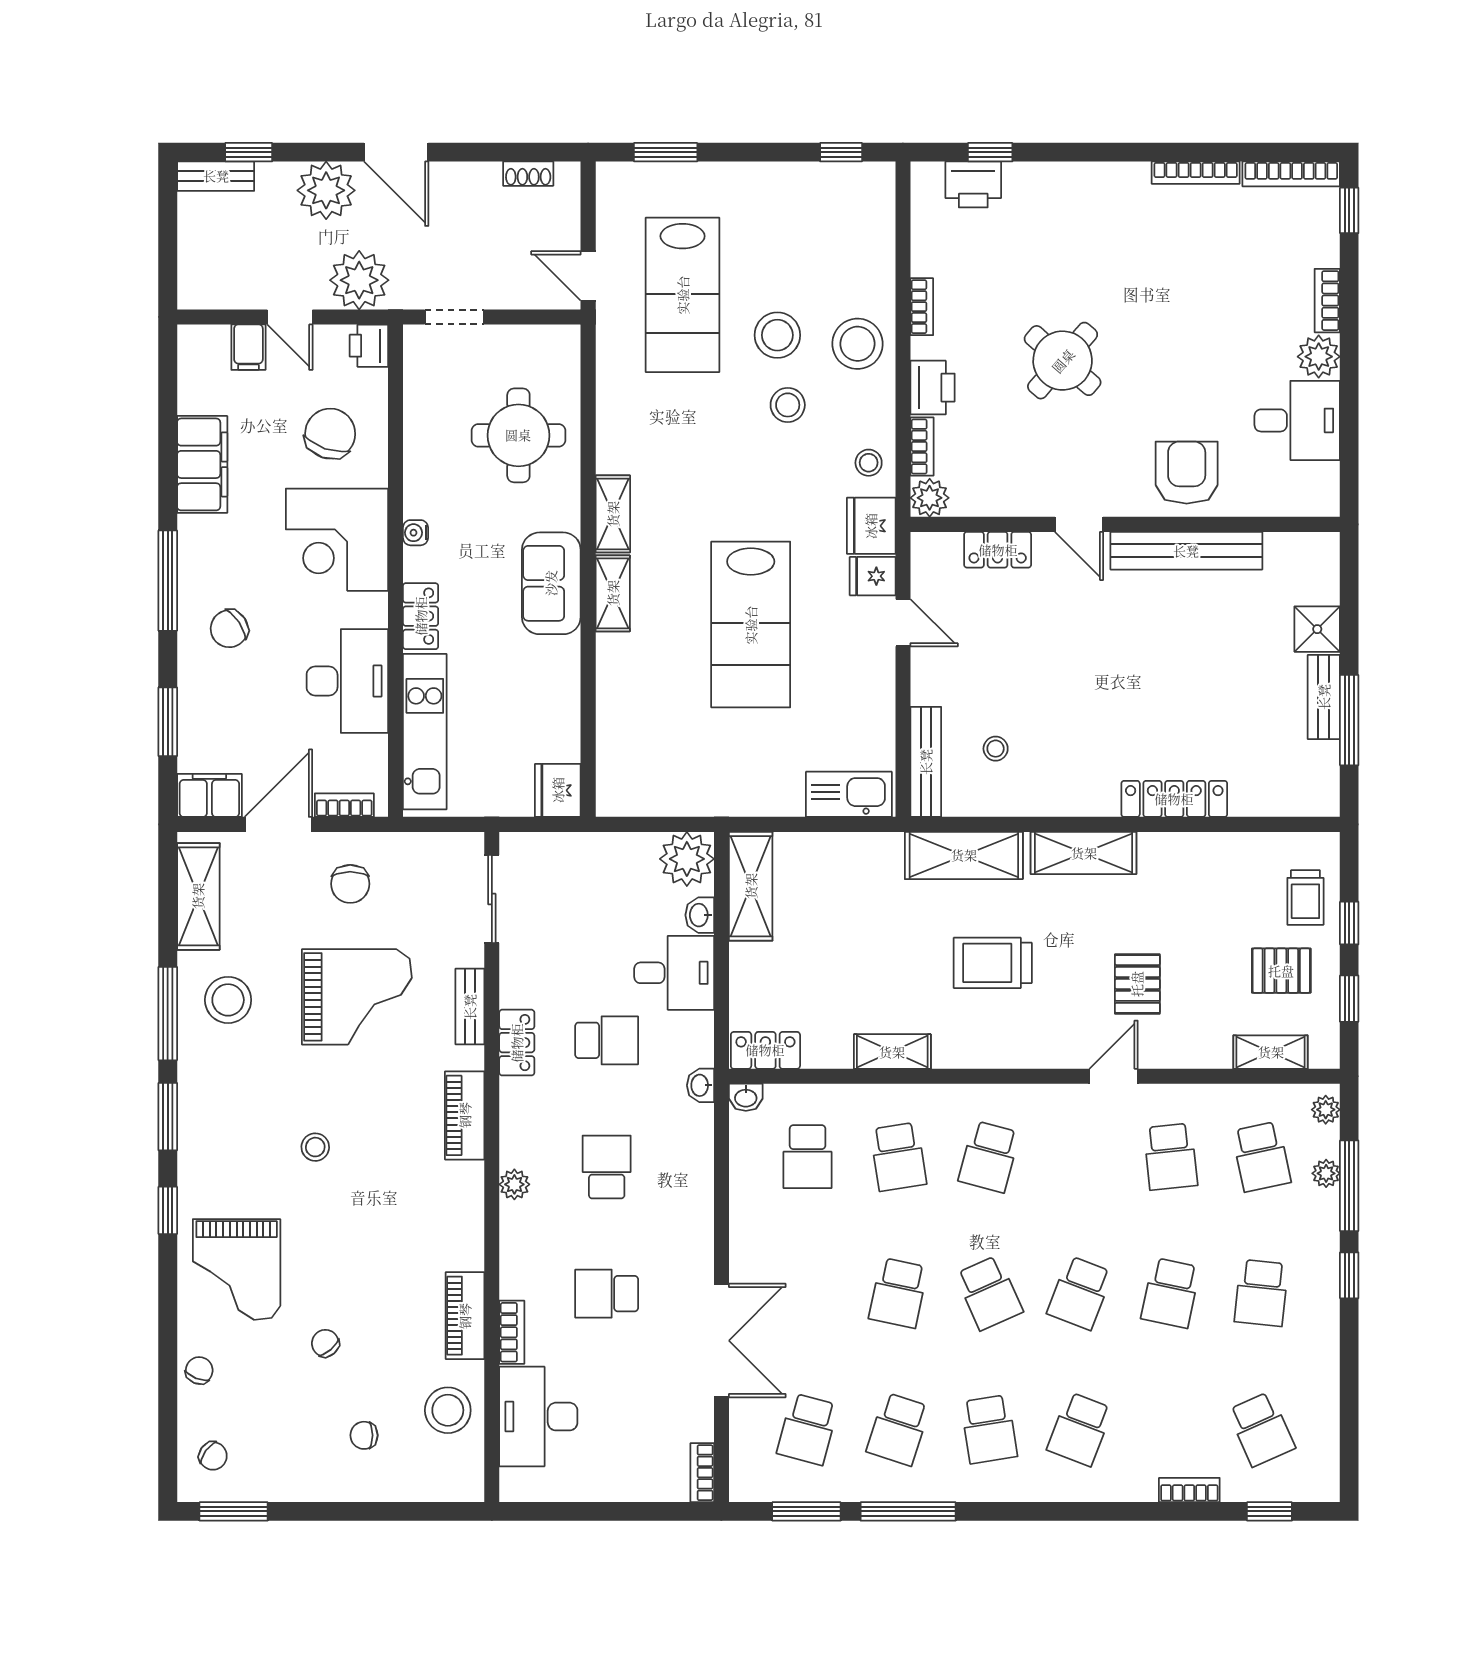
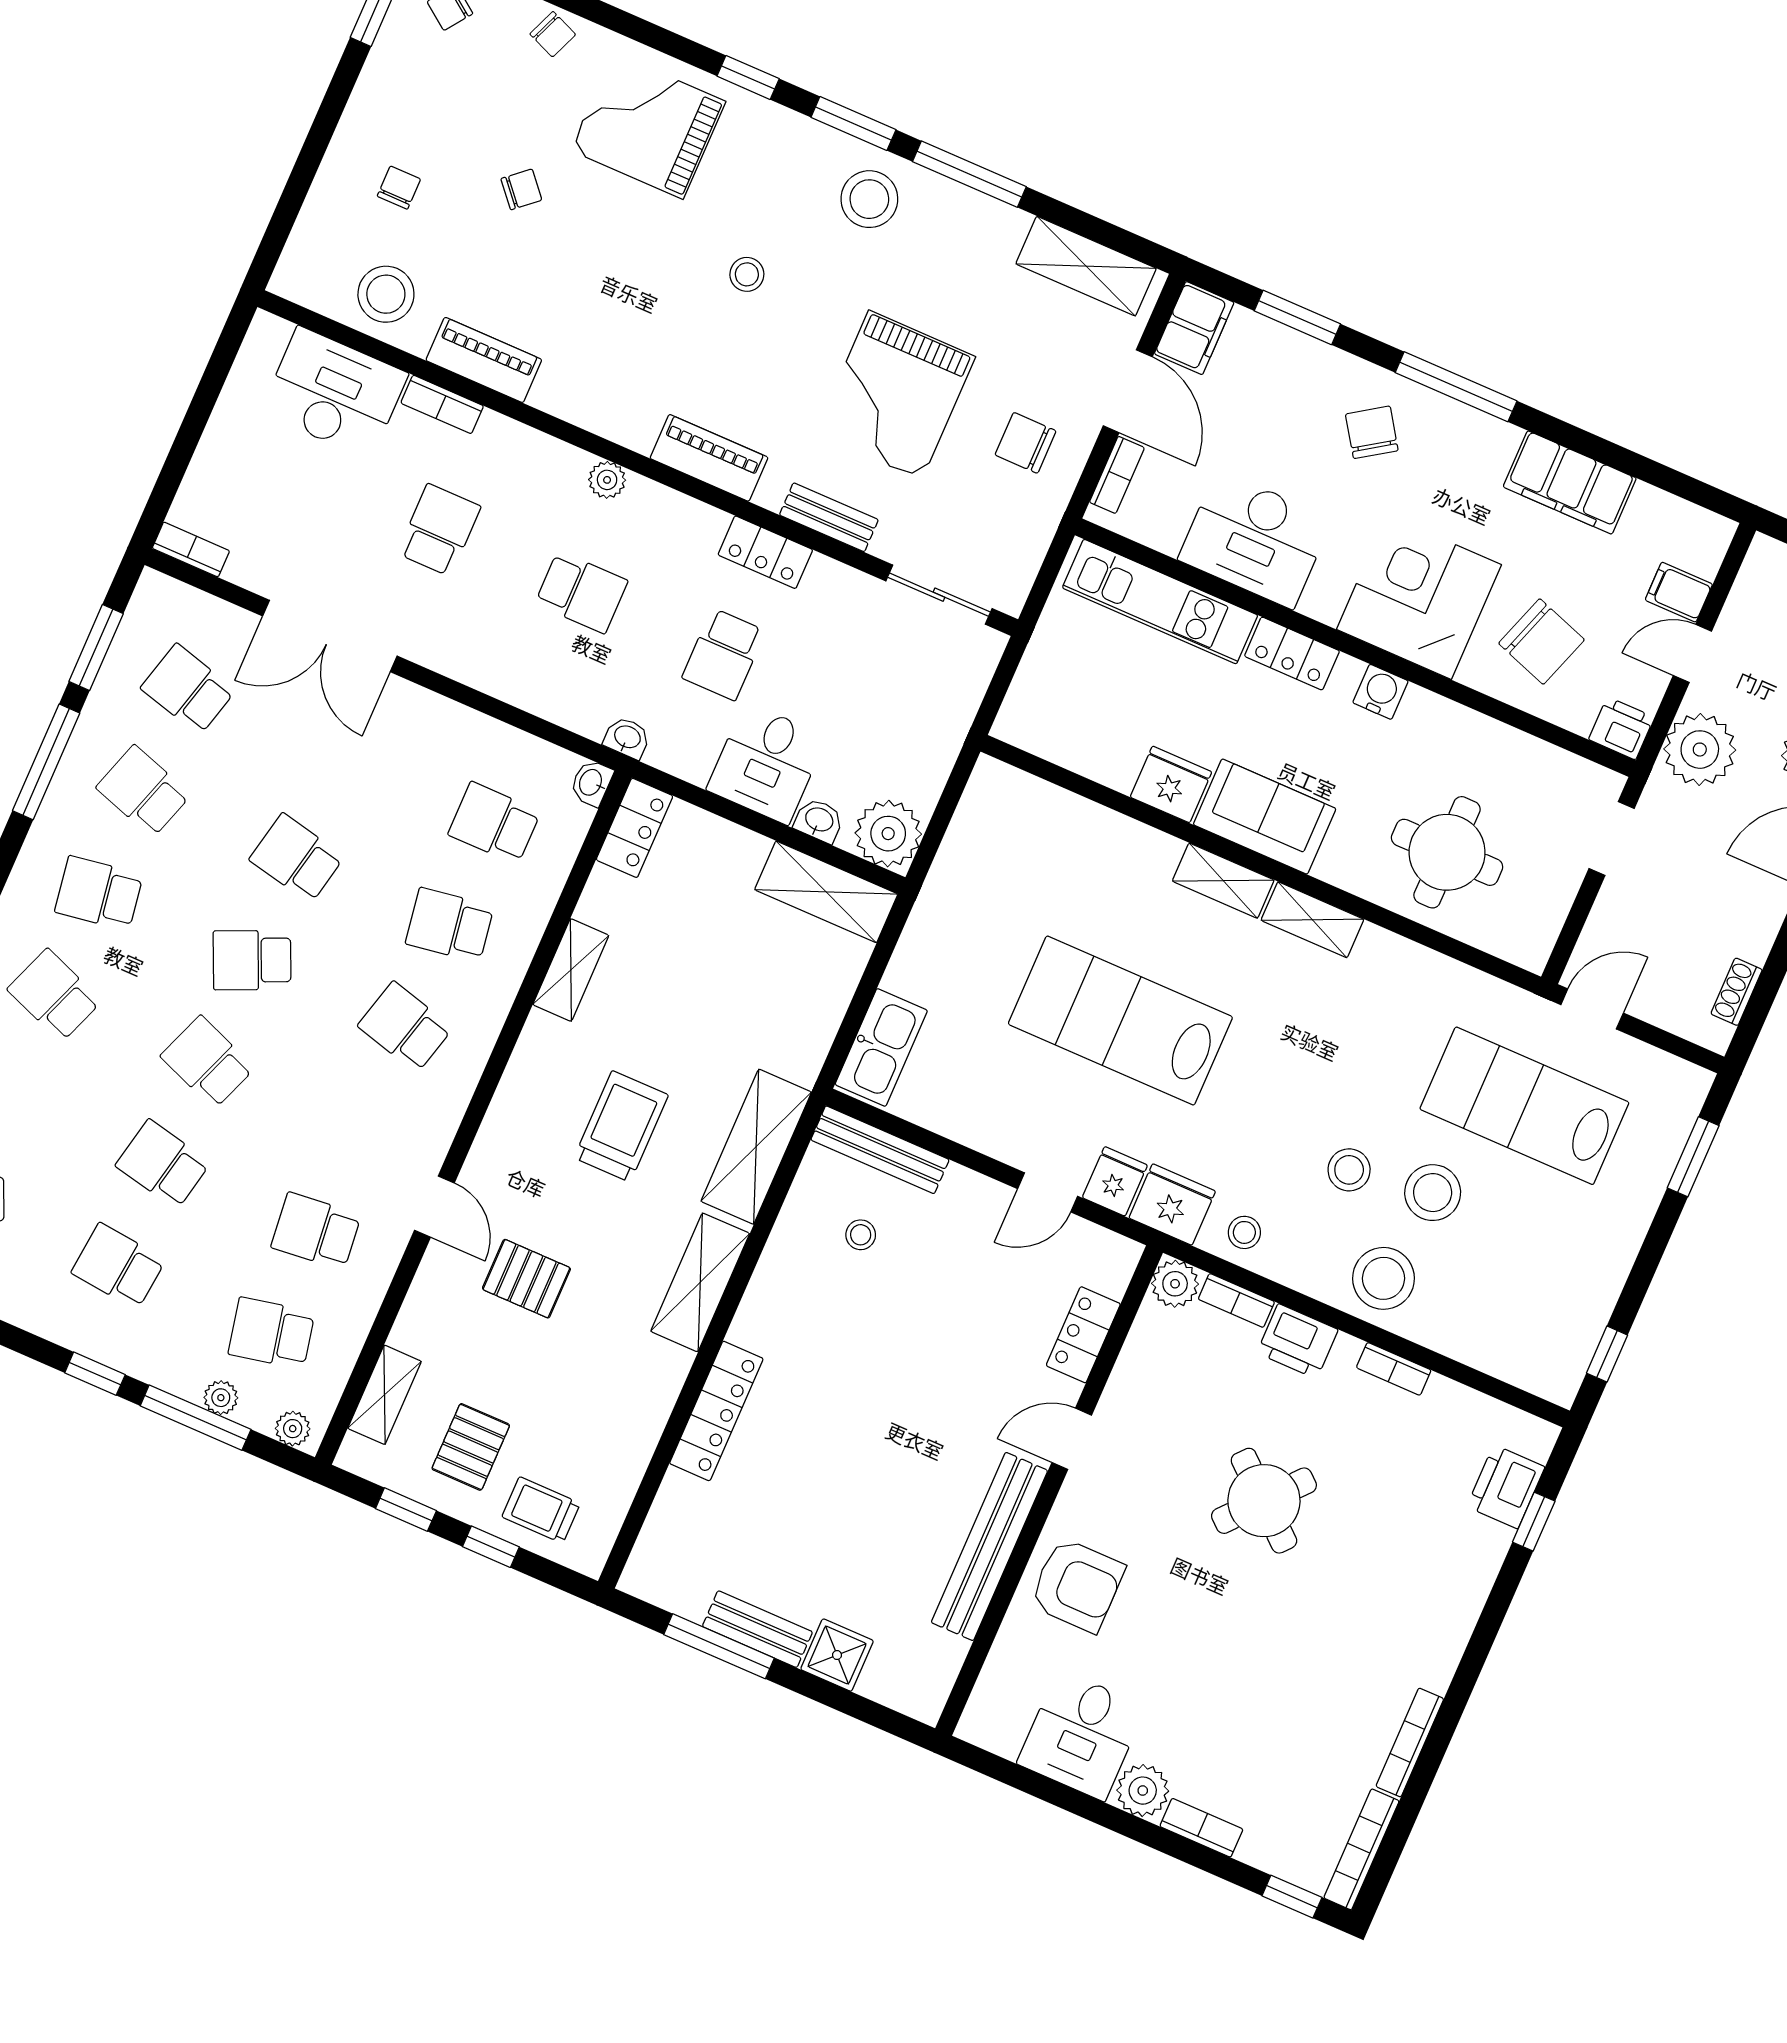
water cooler: (415, 533) -> (1380, 692), width x1.38, depth x1.38
fridge: (558, 790) -> (1171, 784), moved
stool: (228, 1000) -> (869, 199), moved

